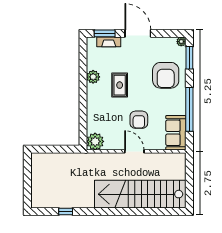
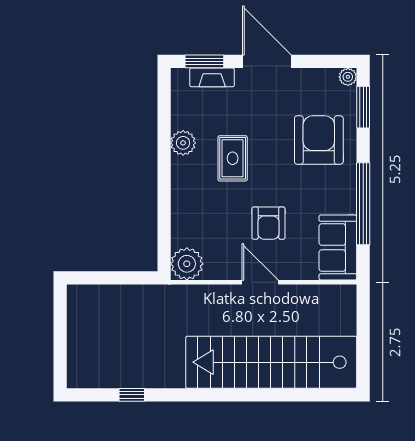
armchair: (166, 75) -> (319, 140), turned 180

